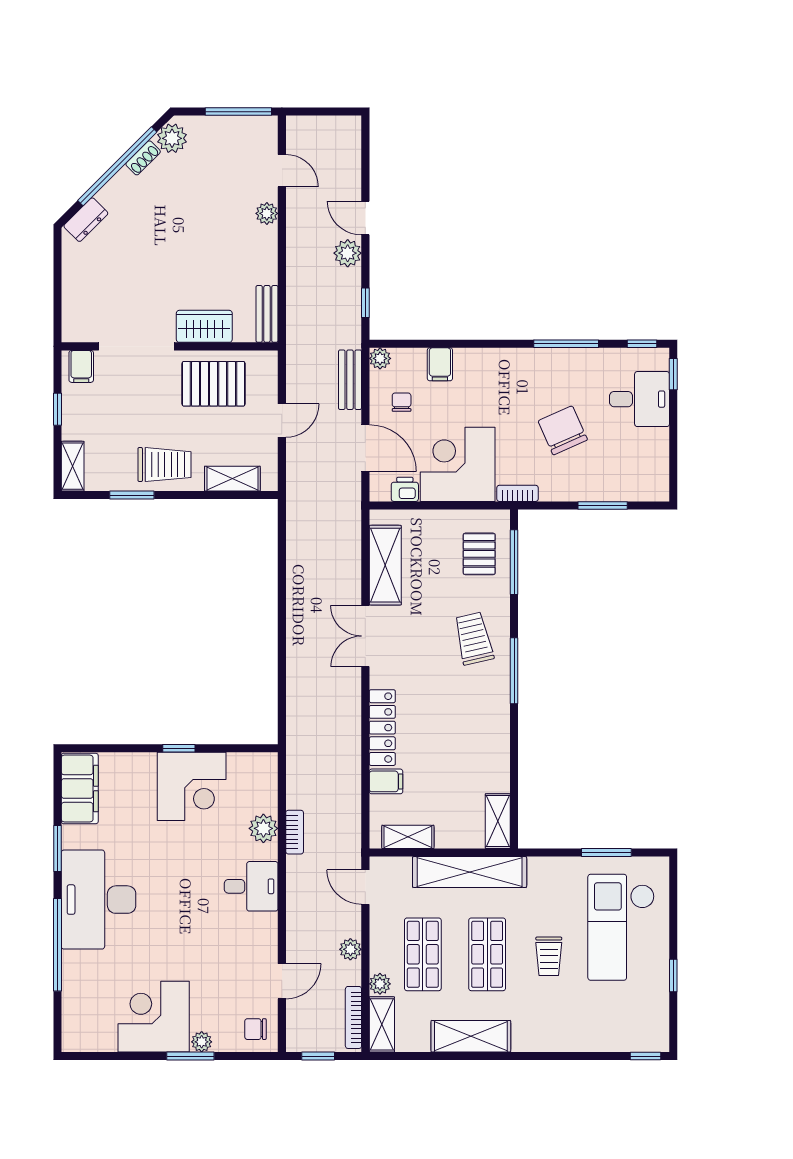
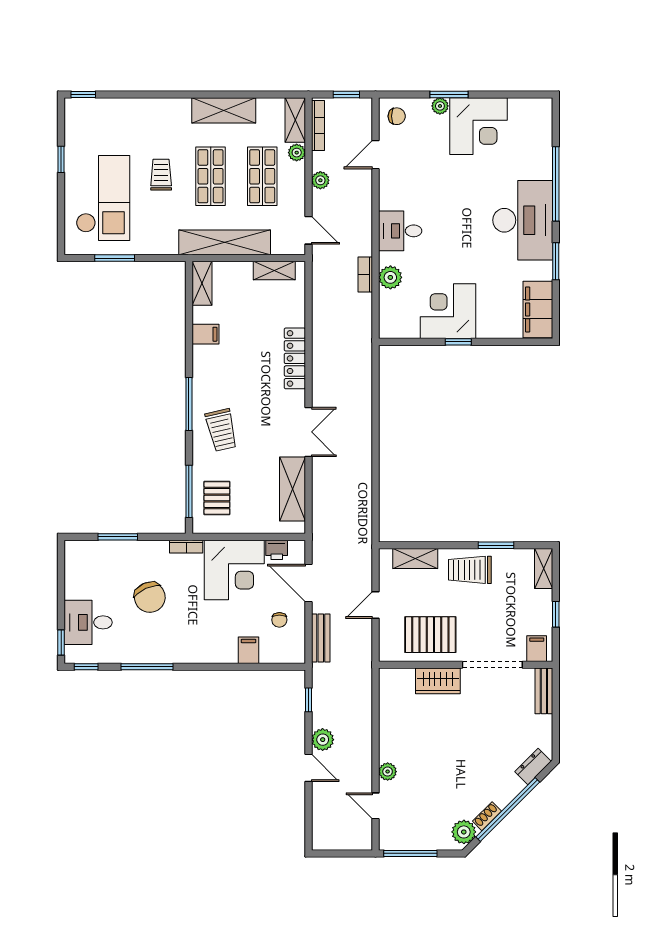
bench: (267, 314) -> (544, 691), moved
plant: (380, 358) -> (297, 655), removed
filing cabinet: (386, 781) -> (205, 334), moved, turned 180

